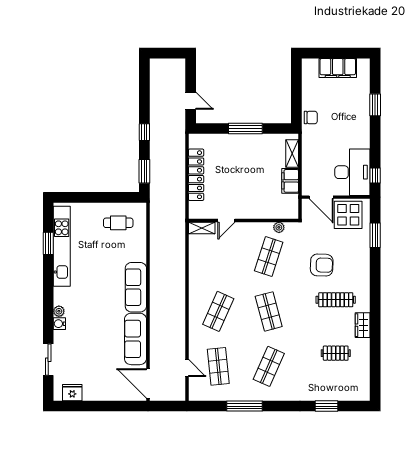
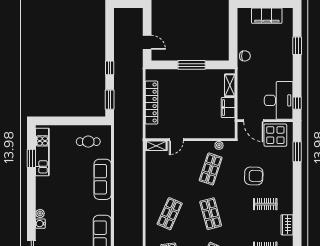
kitchen unit: (62, 246) -> (42, 152), width x0.73
sofa: (136, 287) -> (103, 179), moved
clothes rail: (336, 300) -> (265, 204), width x0.73

